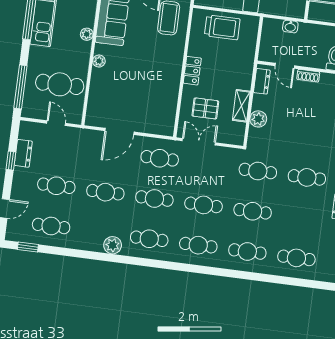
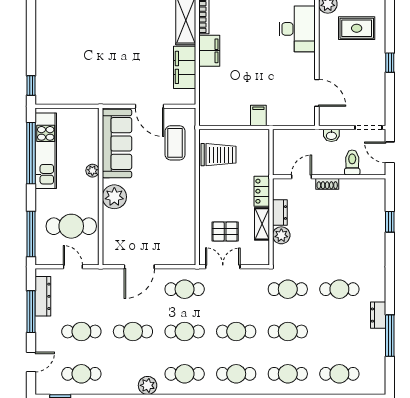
trolley: (222, 27) -> (219, 155), moved
washbasin: (290, 27) -> (331, 135), moved
plant: (99, 61) -> (114, 197), width x1.88, depth x1.88
door: (285, 66) -> (302, 177), swing flipped
locker: (192, 71) -> (262, 191), moved, turned 180
dresser: (262, 81) -> (280, 213), moved
dresser: (23, 153) -> (43, 296), width x1.44
window: (11, 161) -> (31, 312), width x2.17

